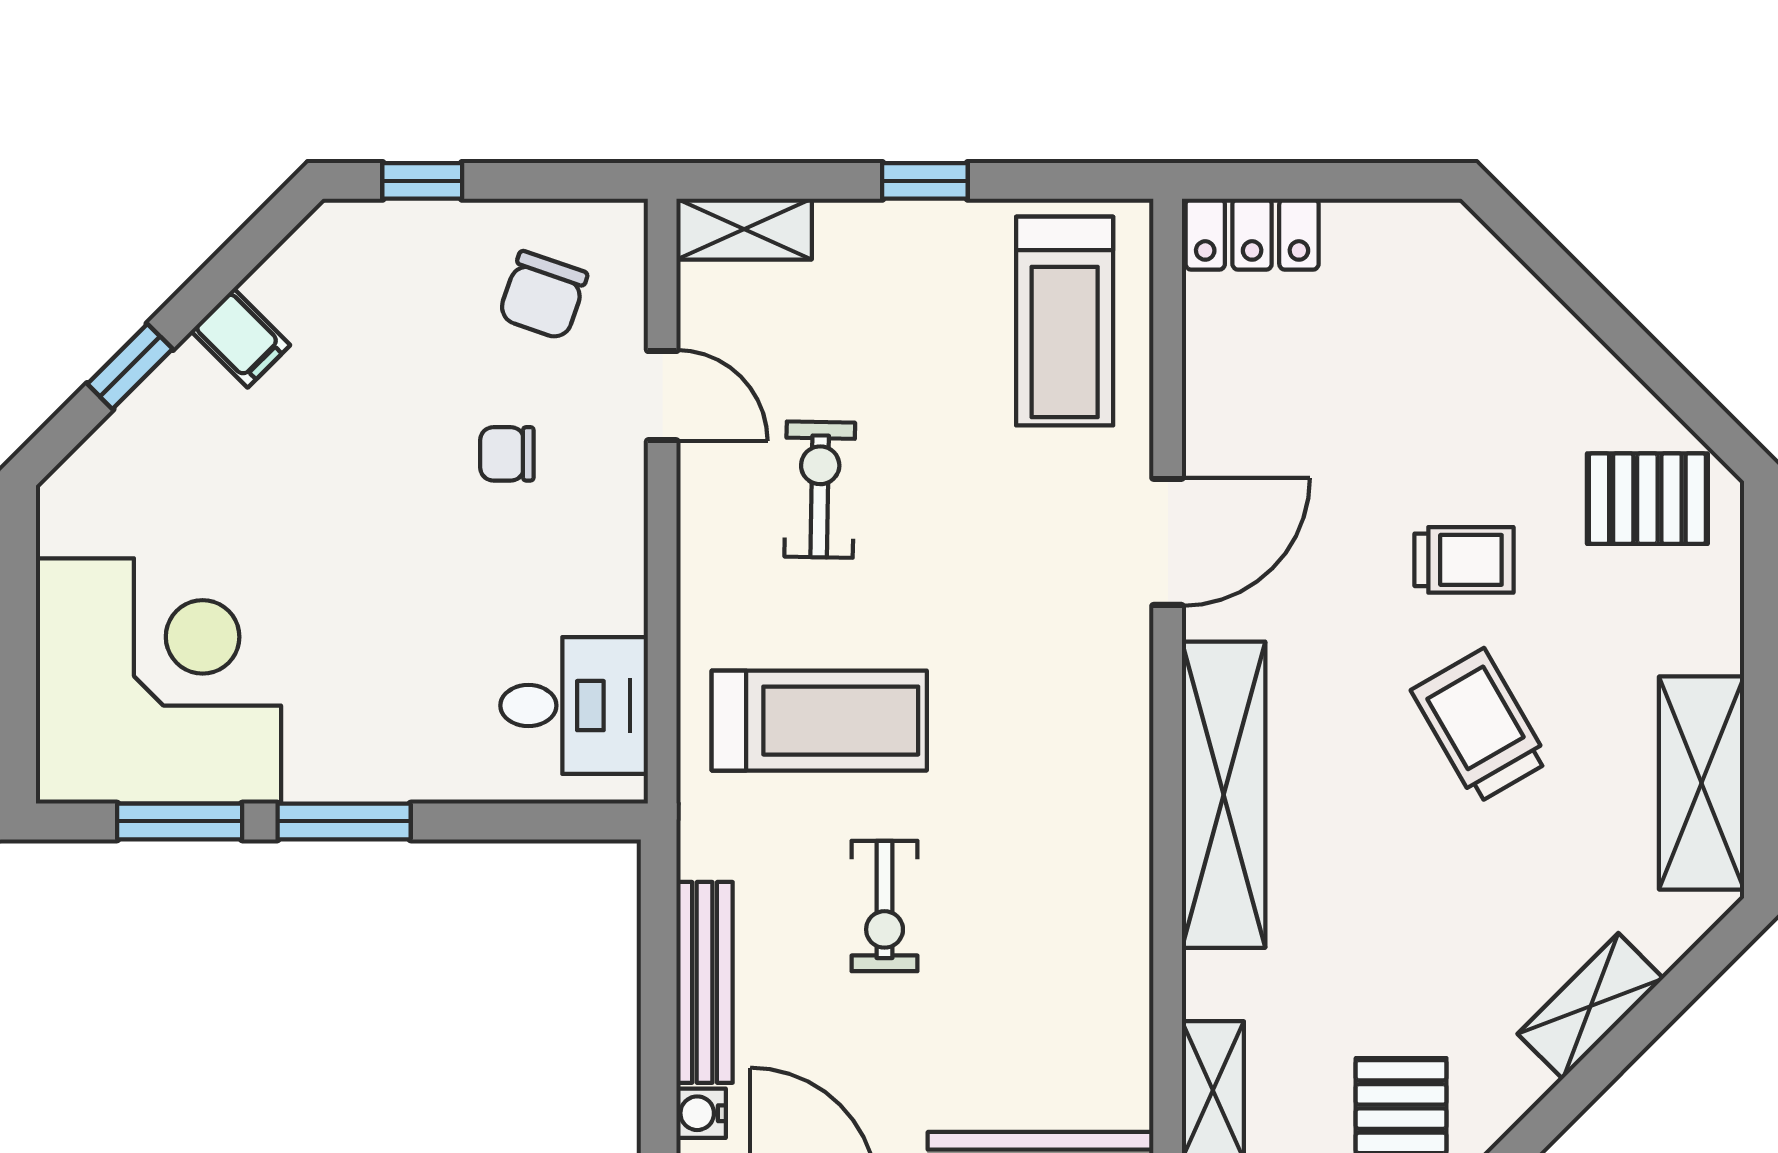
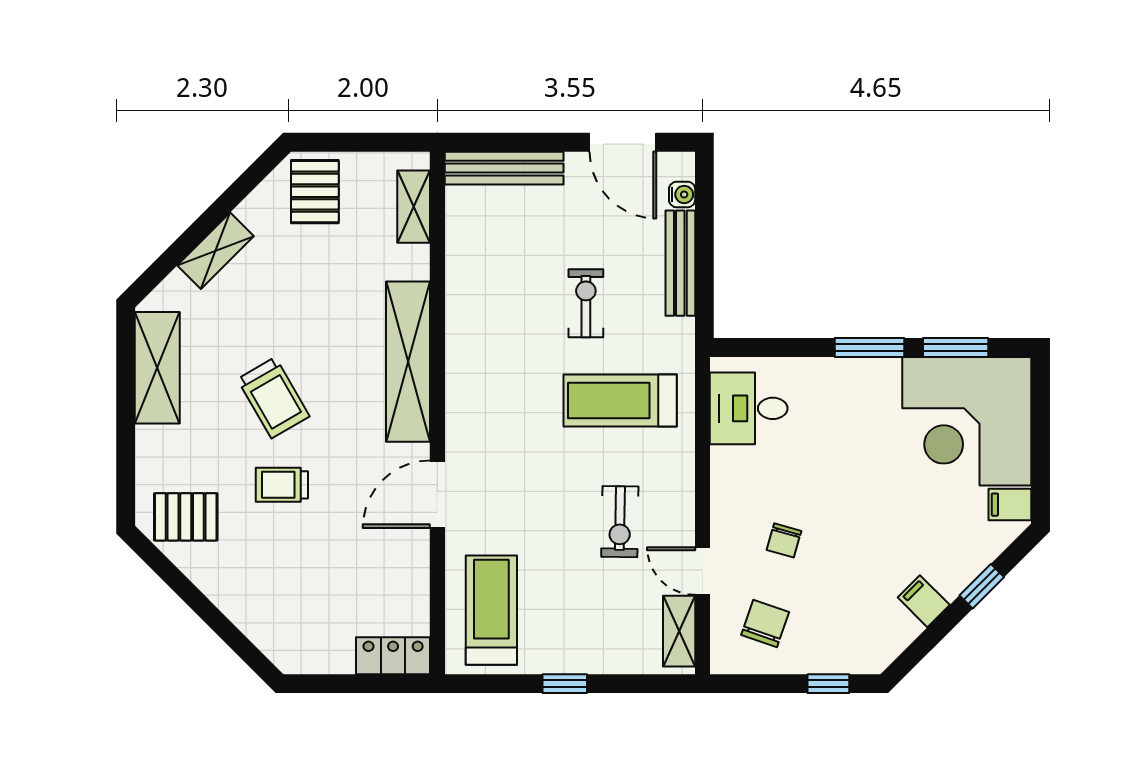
shelving: (744, 229) -> (679, 631), moved, turned 90
chair: (507, 454) -> (784, 540), turned 106
filing cabinet: (76, 522) -> (1010, 505), added

